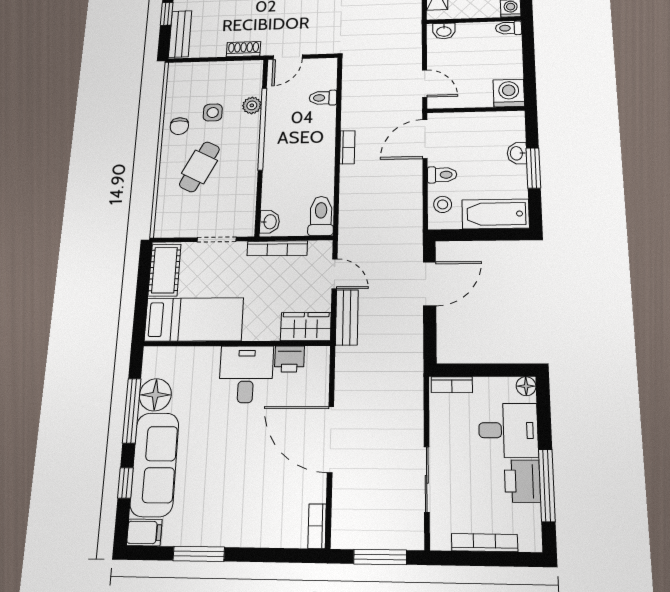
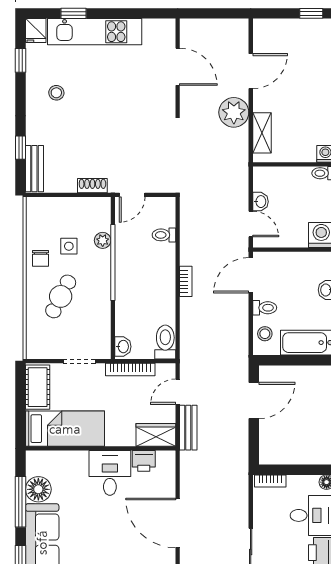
washbasin: (444, 31) -> (260, 202), moved, turned -90
door: (335, 274) -> (178, 392), swing flipped

